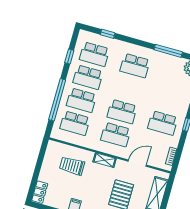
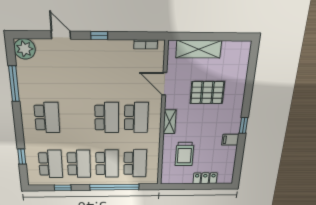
school desk: (163, 123) -> (106, 66), removed
locker: (40, 192) -> (205, 178), moved

